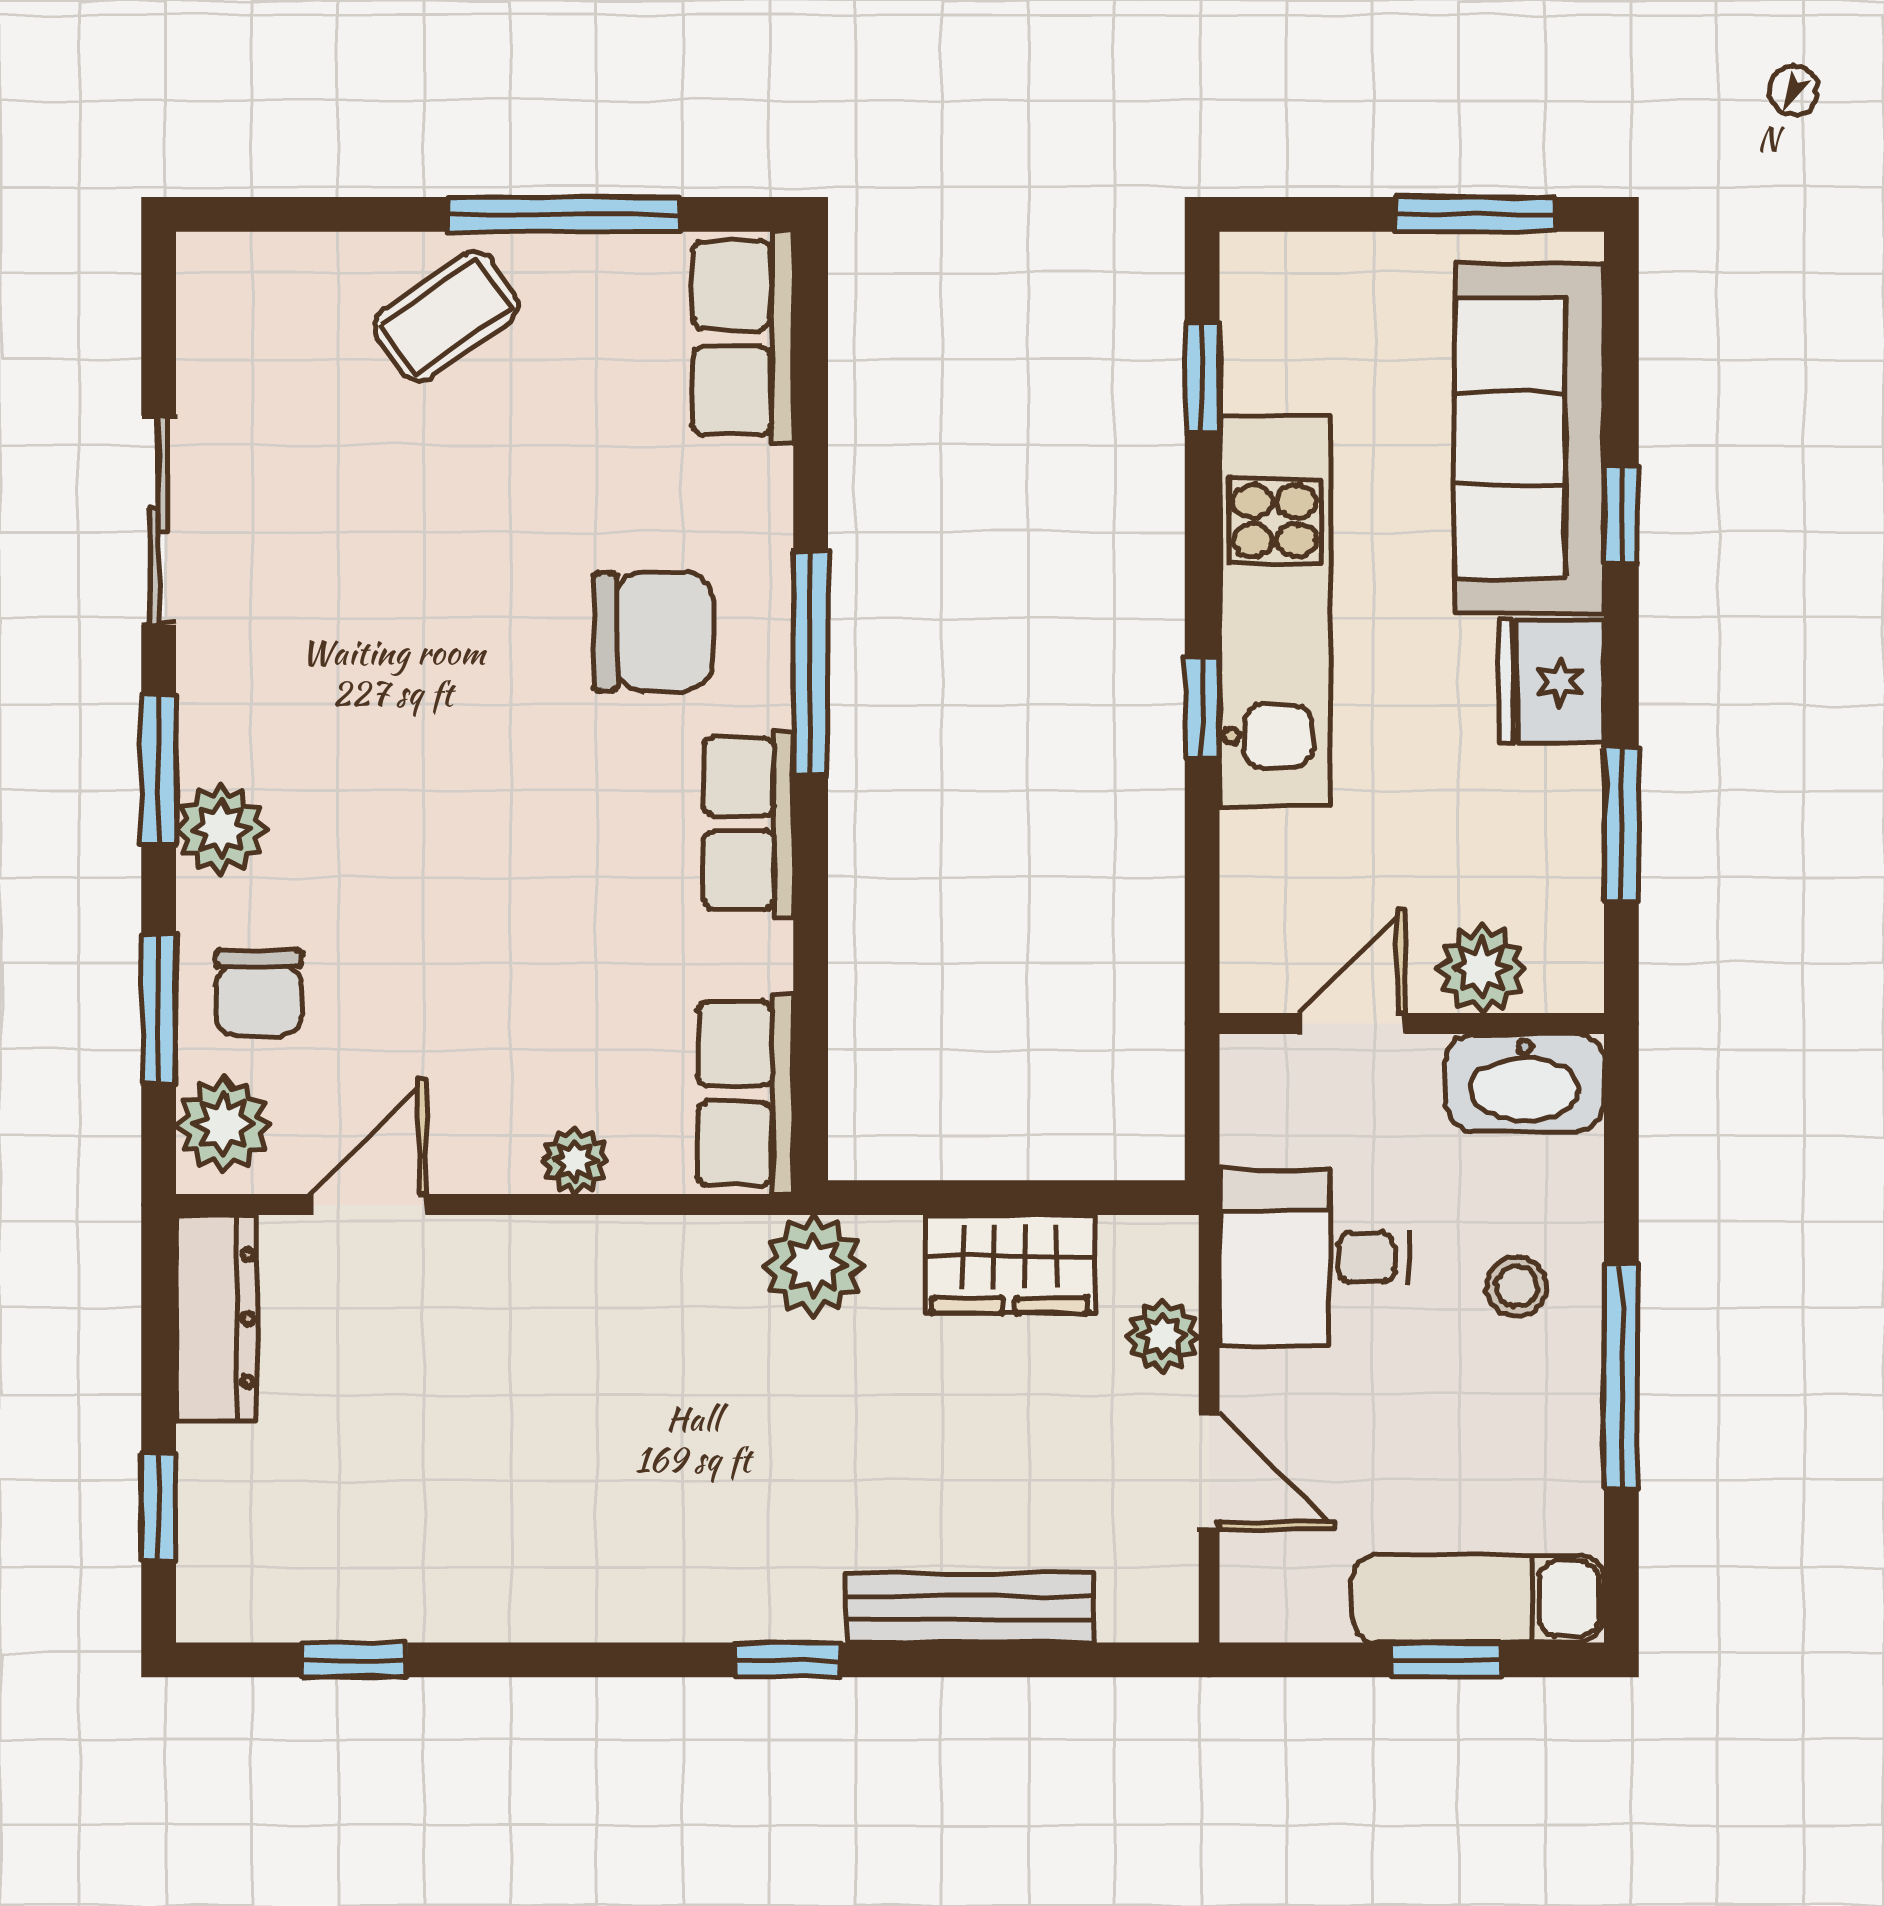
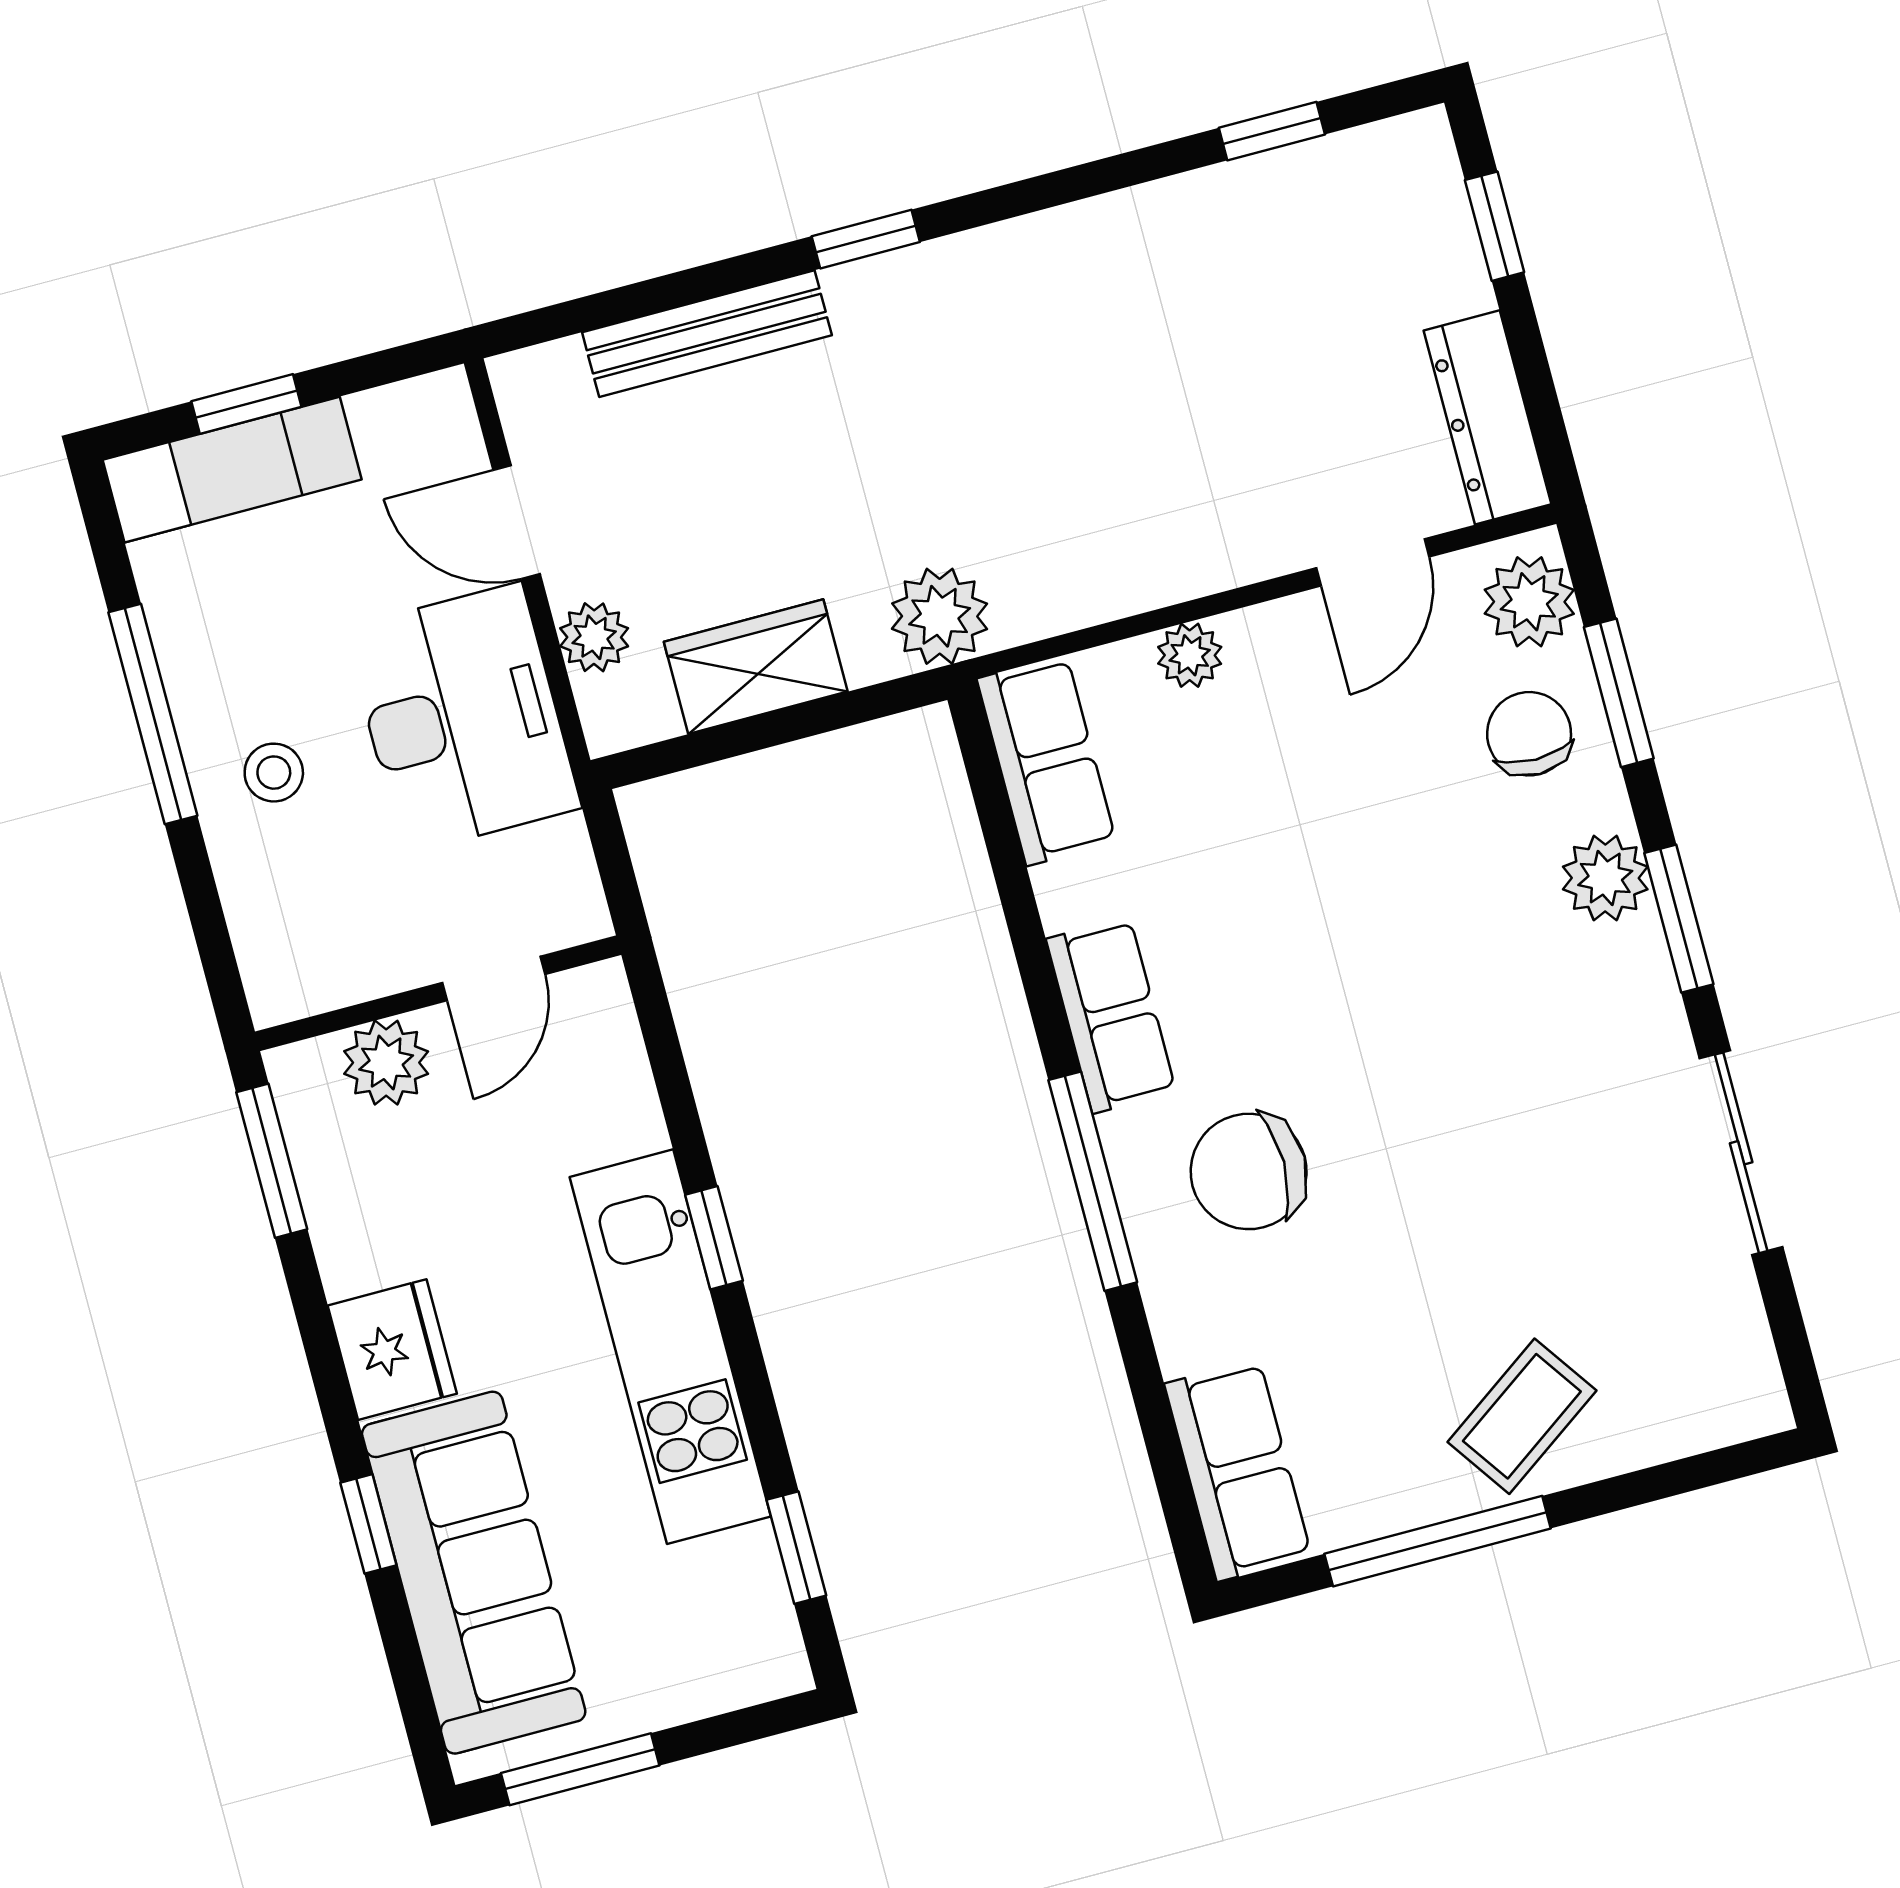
window: (1621, 825) -> (272, 1161), moved
washbasin: (1525, 1082) -> (317, 966), removed
desk: (1315, 1257) -> (463, 718), width x1.37

